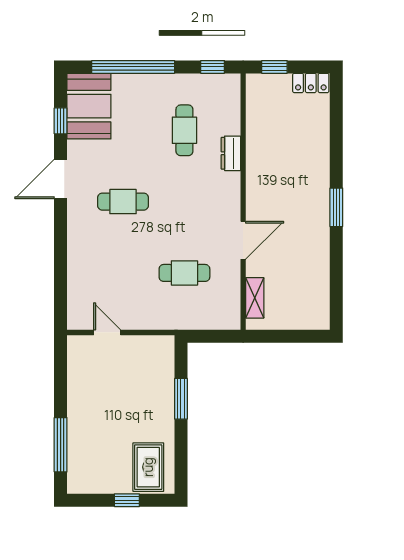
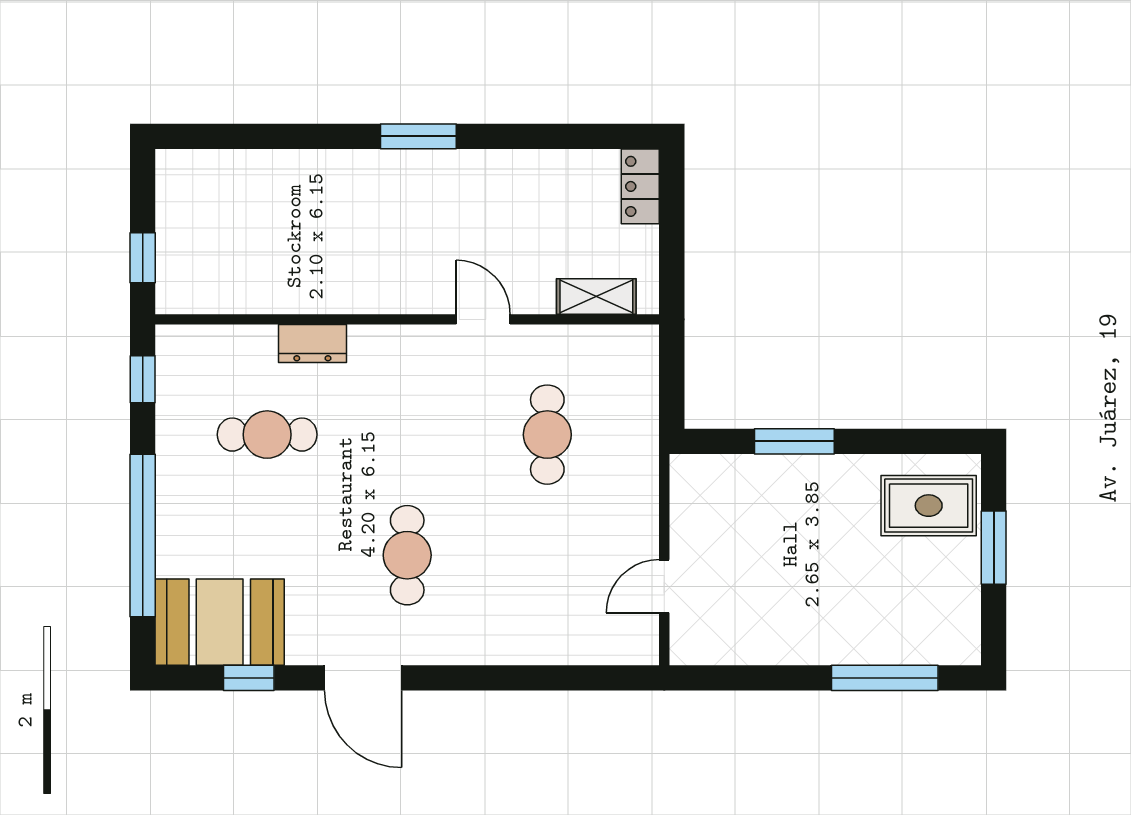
locker: (311, 83) -> (640, 186), moved, turned 180
door: (243, 240) -> (483, 319), width x0.73
window: (127, 500) -> (994, 548), width x1.50

